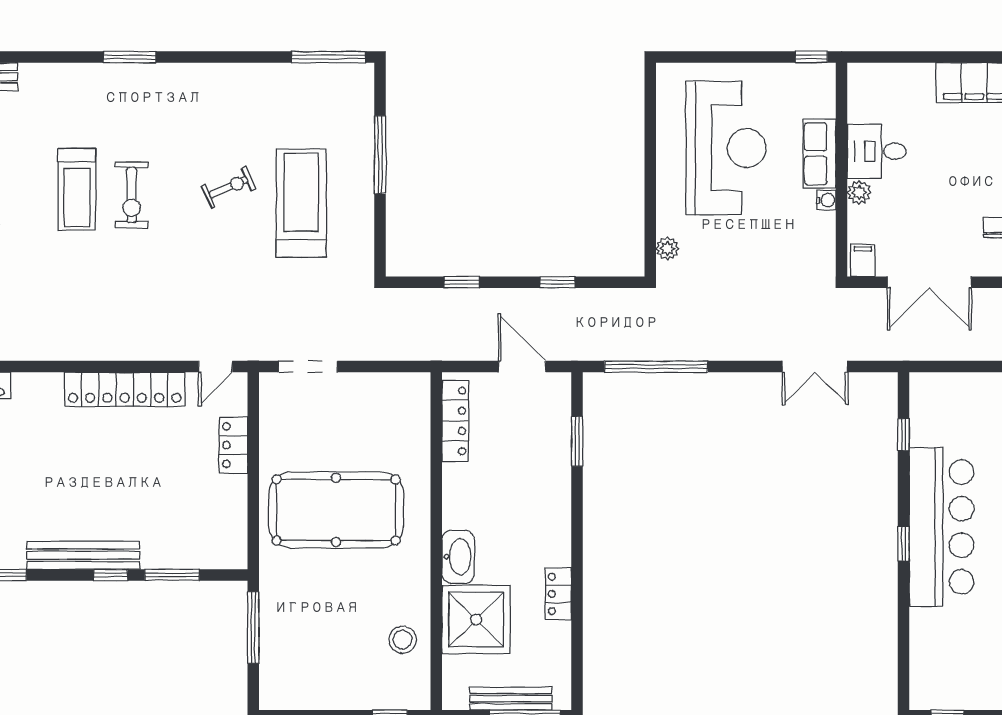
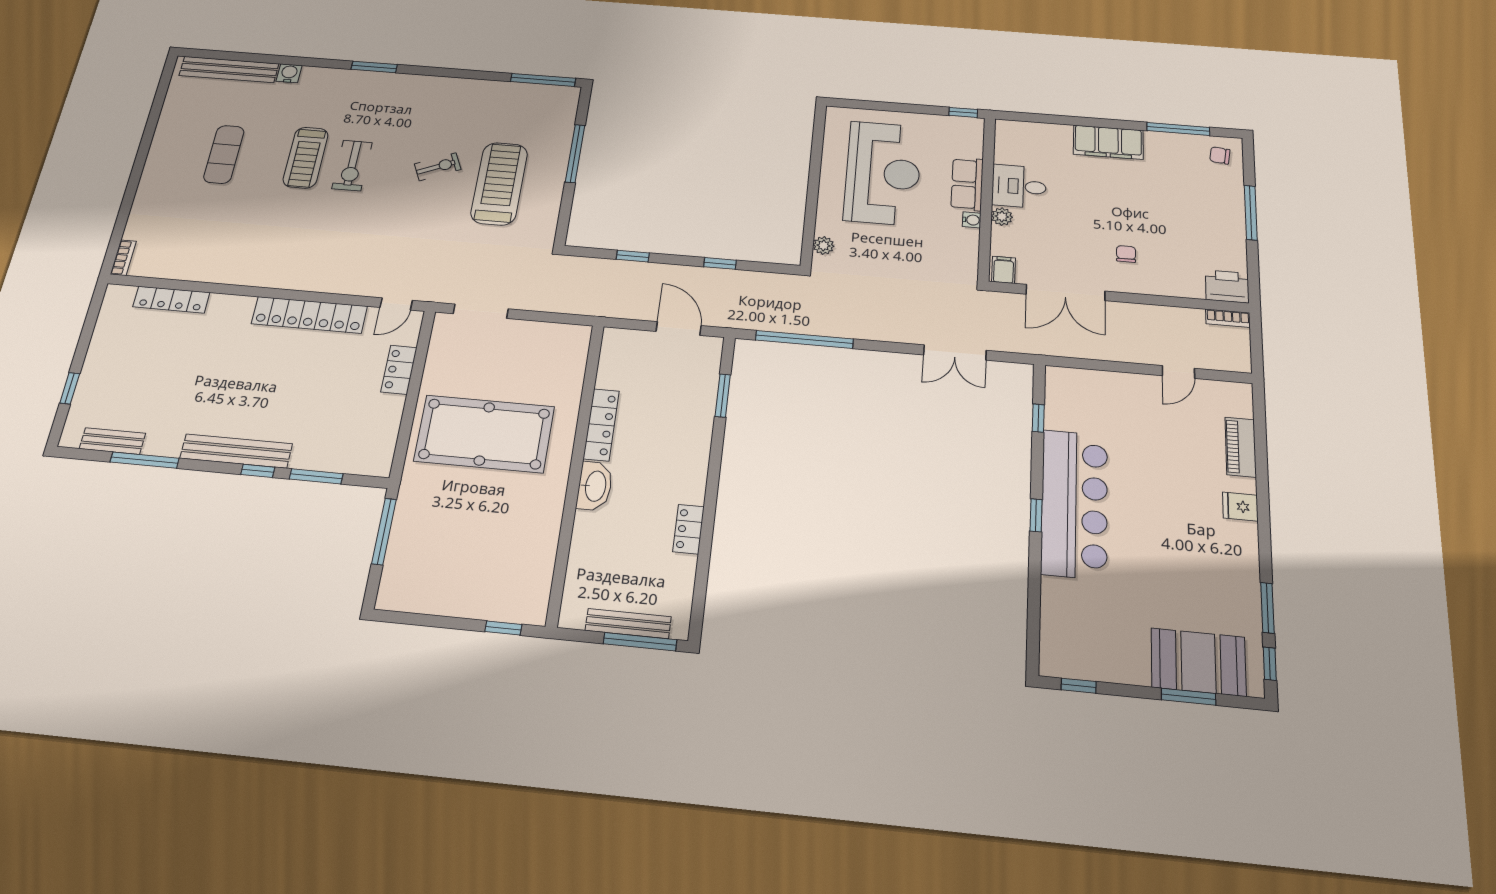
water cooler: (32, 75) -> (289, 73), added
locker: (455, 421) -> (601, 425), moved
shower: (476, 620) -> (604, 545), removed
stool: (403, 640) -> (528, 557), removed

